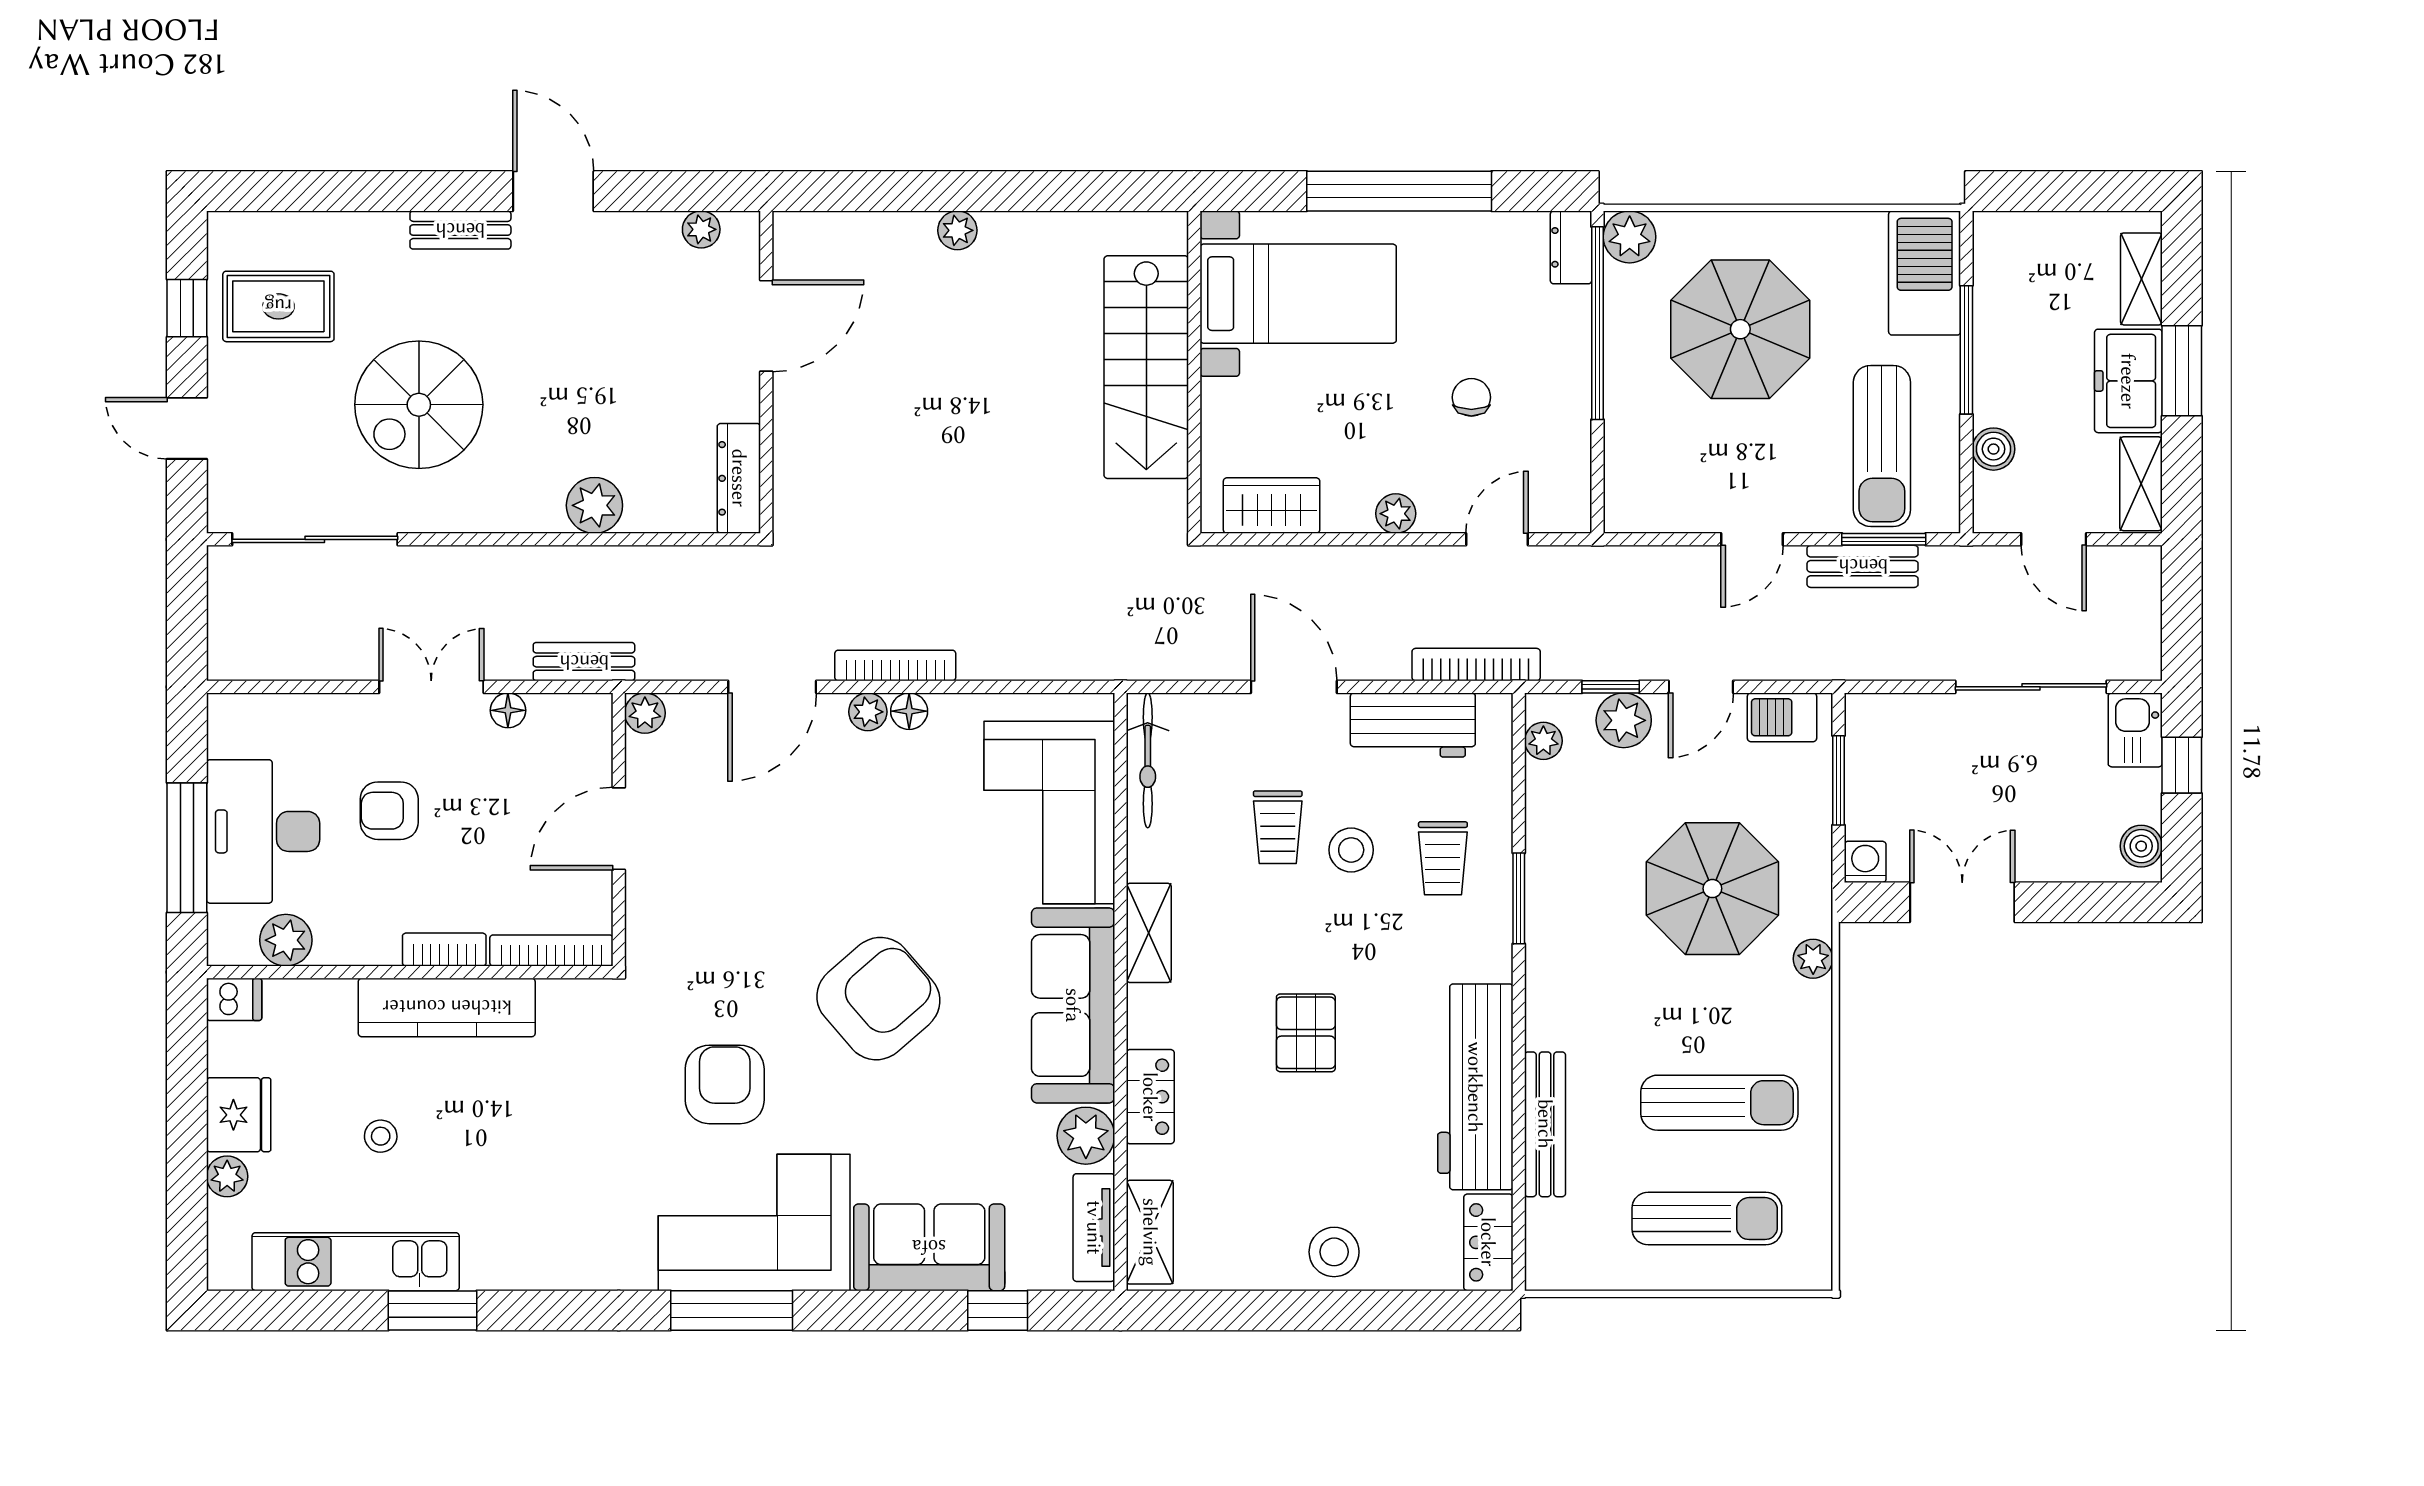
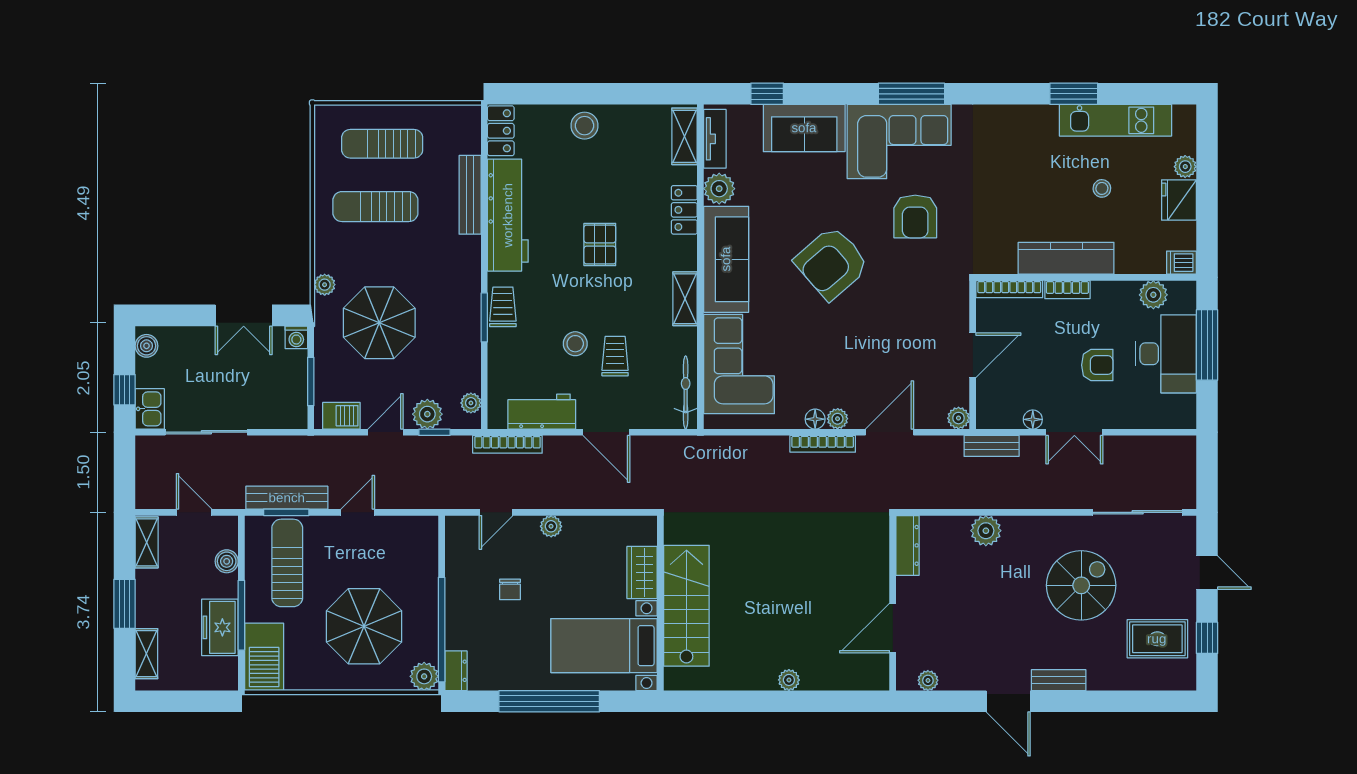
freezer: (2128, 381) -> (220, 627), moved, turned 180
wardrobe: (1272, 506) -> (642, 572), moved, turned 90
bench: (1863, 566) -> (287, 498), width x1.36
trolley: (1443, 858) -> (503, 307), moved

